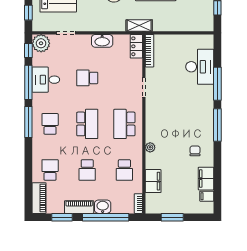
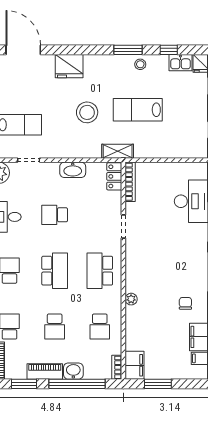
filing cabinet: (153, 181) -> (135, 365), moved

